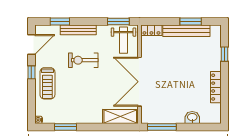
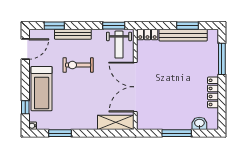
window: (224, 54) -> (222, 59), width x2.17
window: (31, 72) -> (25, 107), moved
treadmill: (47, 83) -> (42, 89), width x1.37, depth x1.38
washbasin: (192, 117) -> (199, 123), moved
window: (162, 127) -> (177, 133), moved

